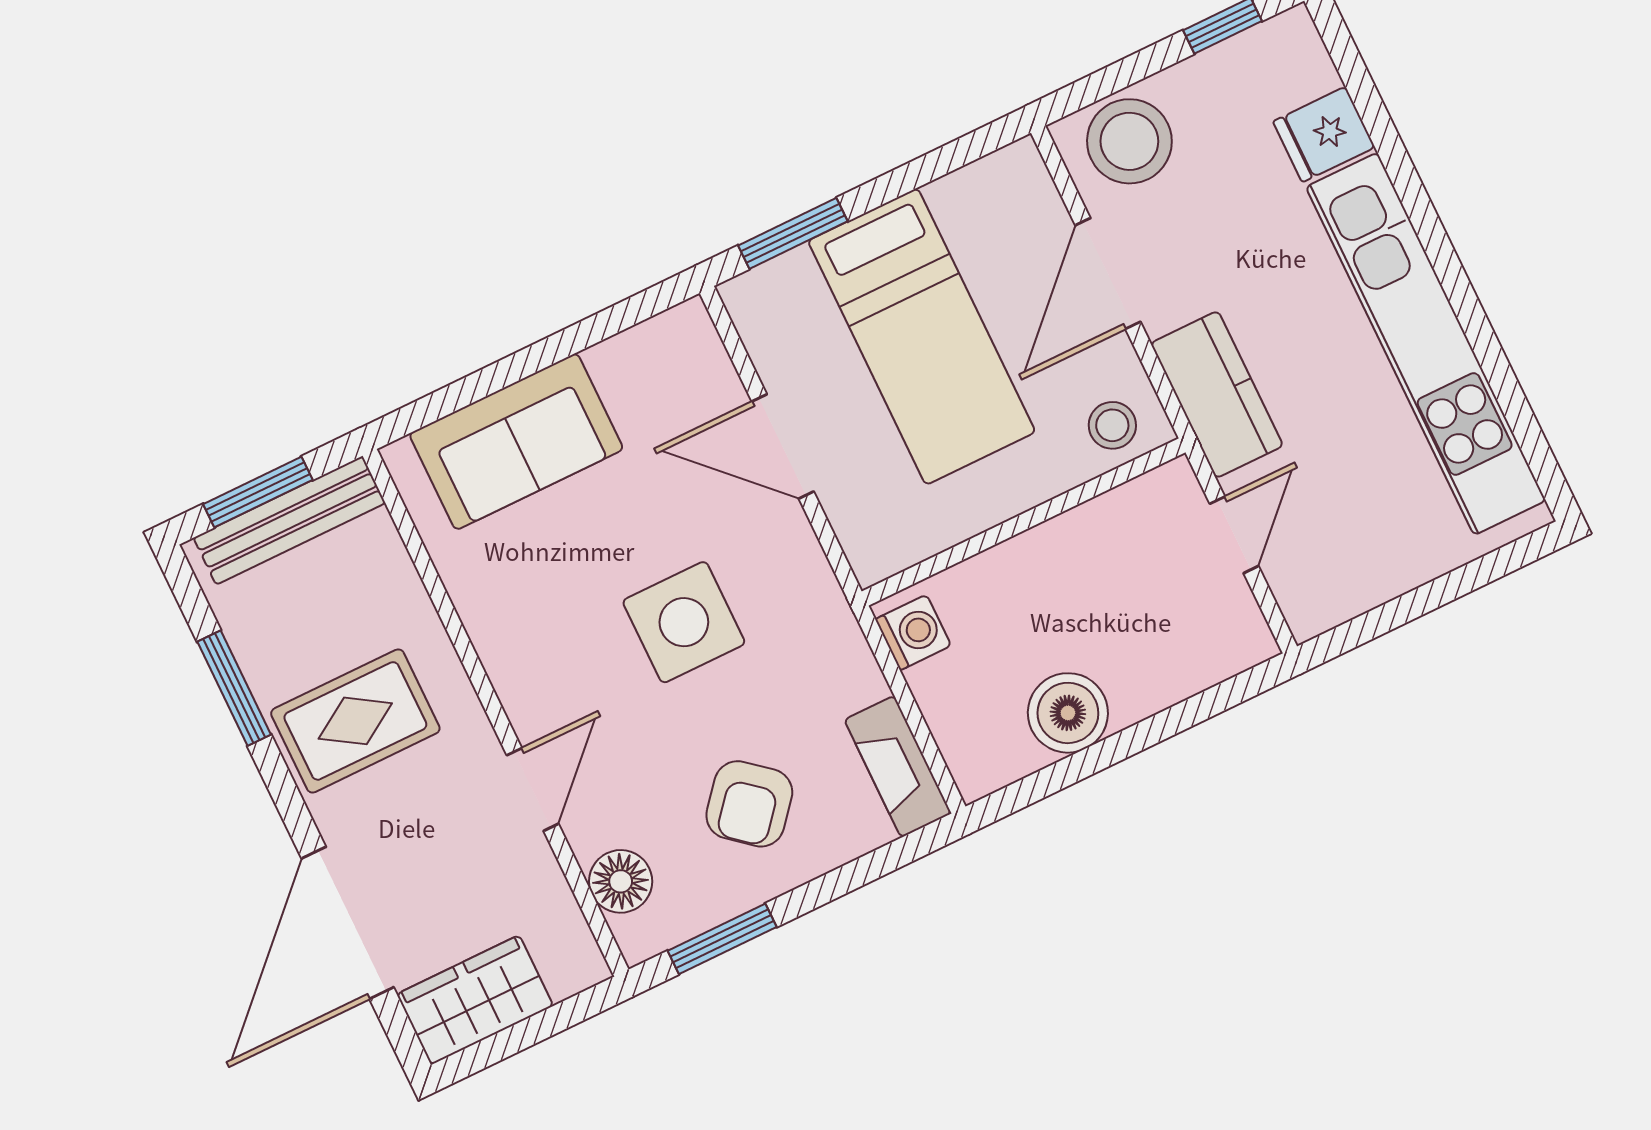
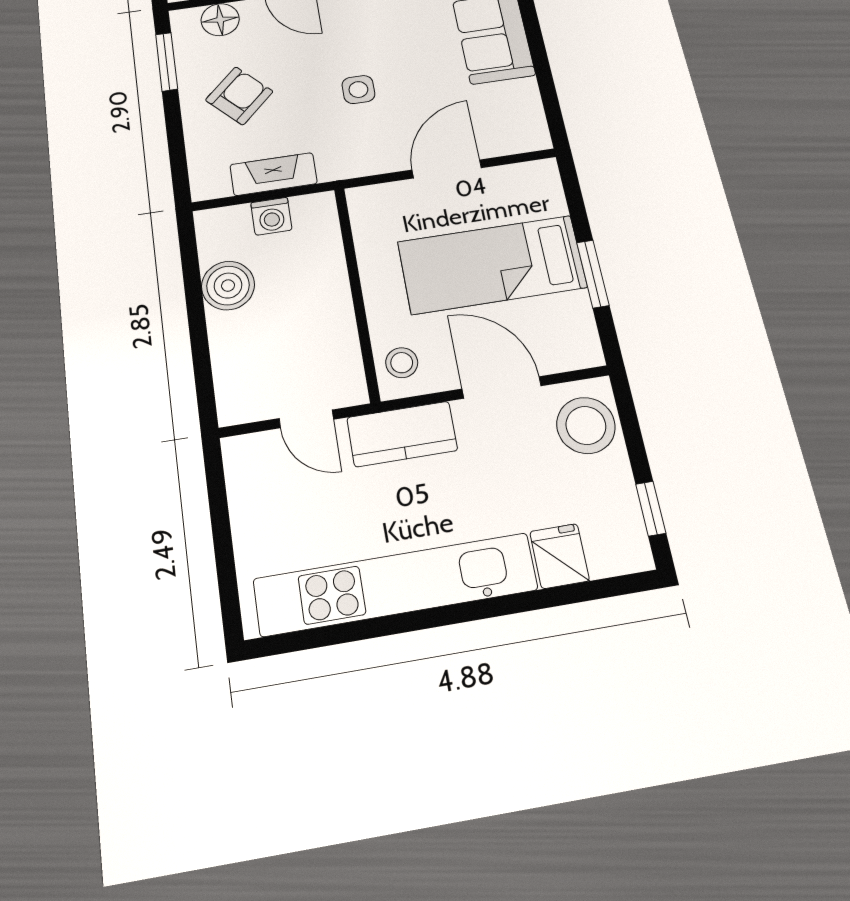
window: (793, 233) -> (593, 274), moved
side table: (684, 622) -> (358, 90), width x0.54, depth x0.54
washing machine: (913, 632) -> (271, 216), moved
fireplace: (898, 767) -> (274, 174), moved
armchair: (749, 804) -> (239, 96), turned 96

